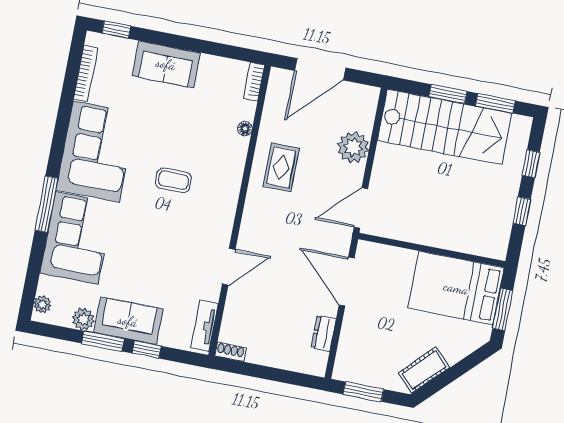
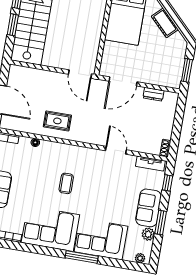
plant: (353, 147) -> (45, 79), removed
window: (147, 350) -> (167, 183), moved
cot: (424, 370) -> (165, 23), moved

